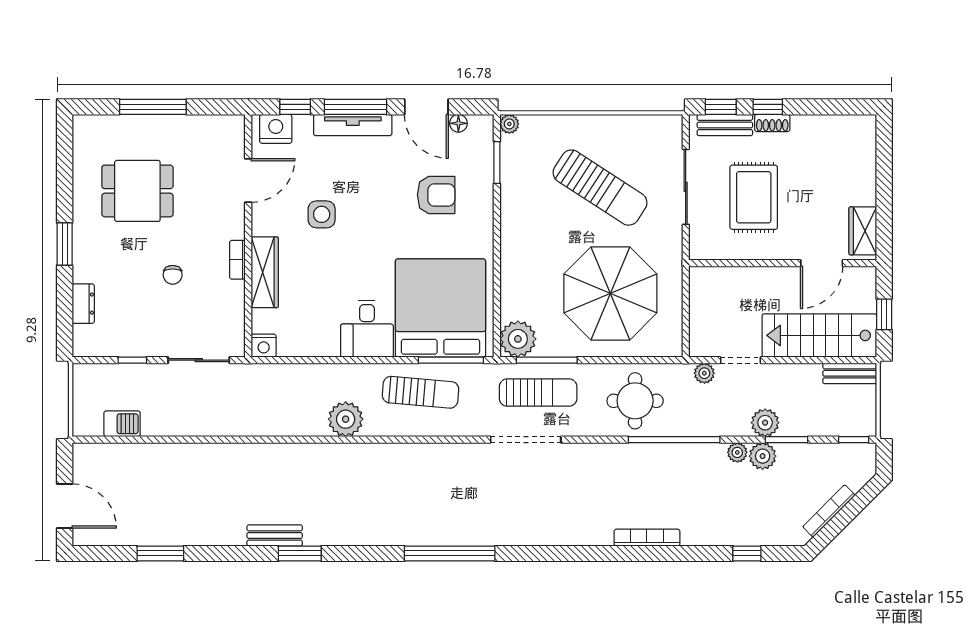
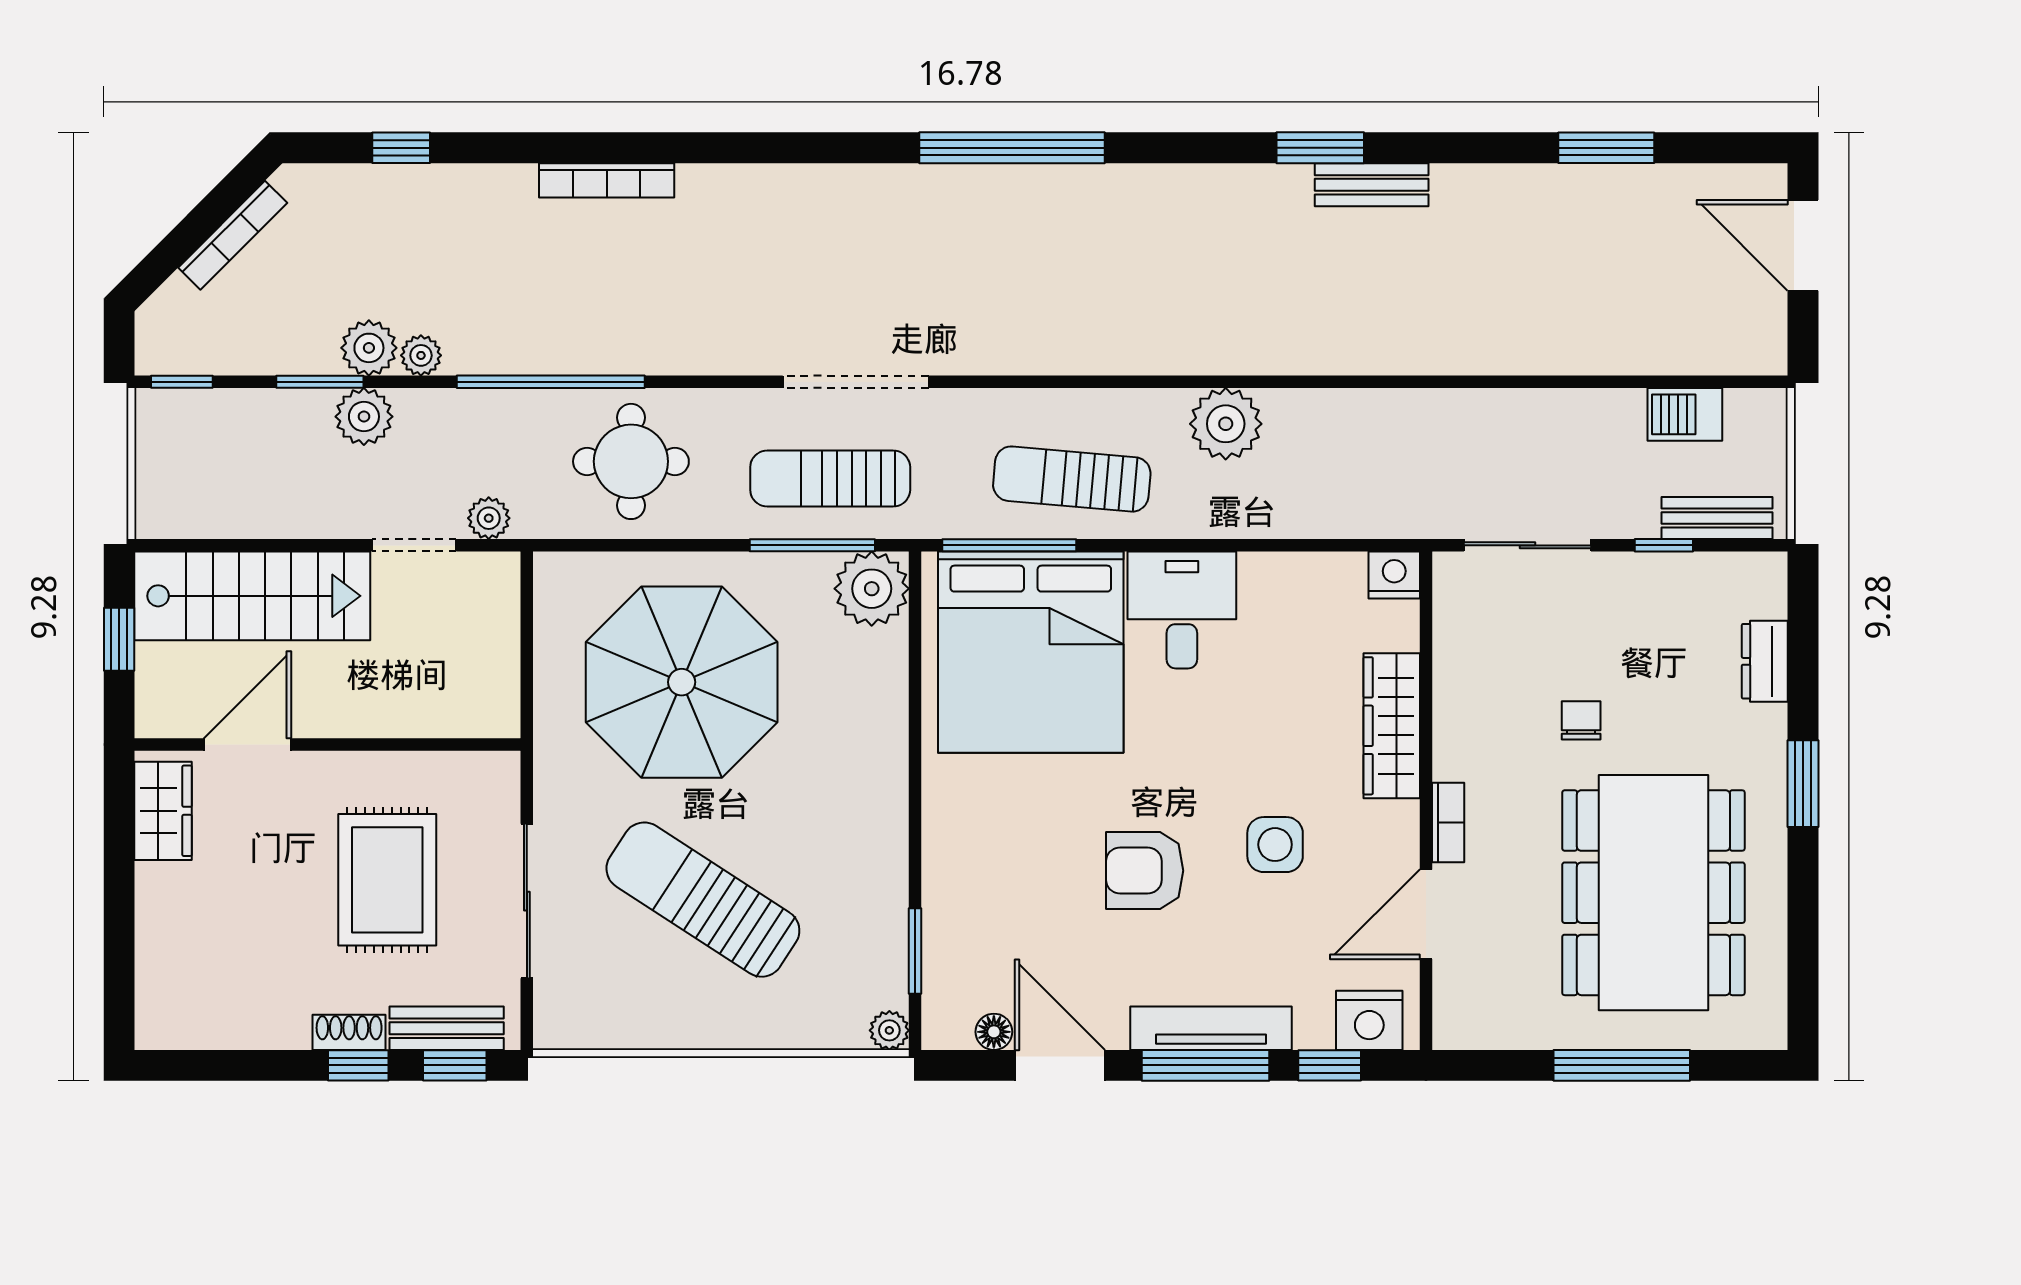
dining table: (137, 191) -> (1653, 893), width x1.88, depth x1.24
armchair: (436, 195) -> (1145, 871), moved
bookcase: (237, 260) -> (1448, 822), moved
bench: (850, 373) -> (1717, 518), moved

